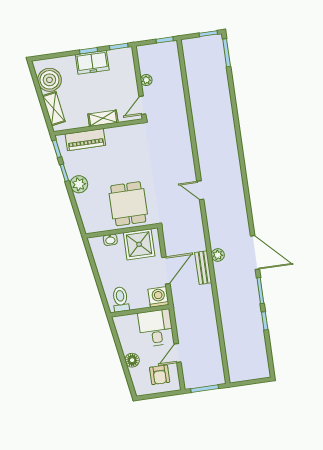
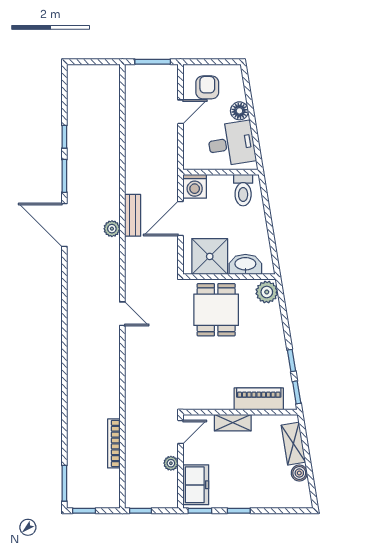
freezer: (92, 62) -> (196, 485), moved, turned 90
boiler: (49, 80) -> (299, 473), width x0.54, depth x0.54
bookcase: (193, 89) -> (114, 443), added
plant: (79, 184) -> (267, 292), moved
washbasin: (110, 240) -> (245, 264), width x1.91, depth x1.45
desk: (156, 328) -> (231, 144), moved, turned -99

